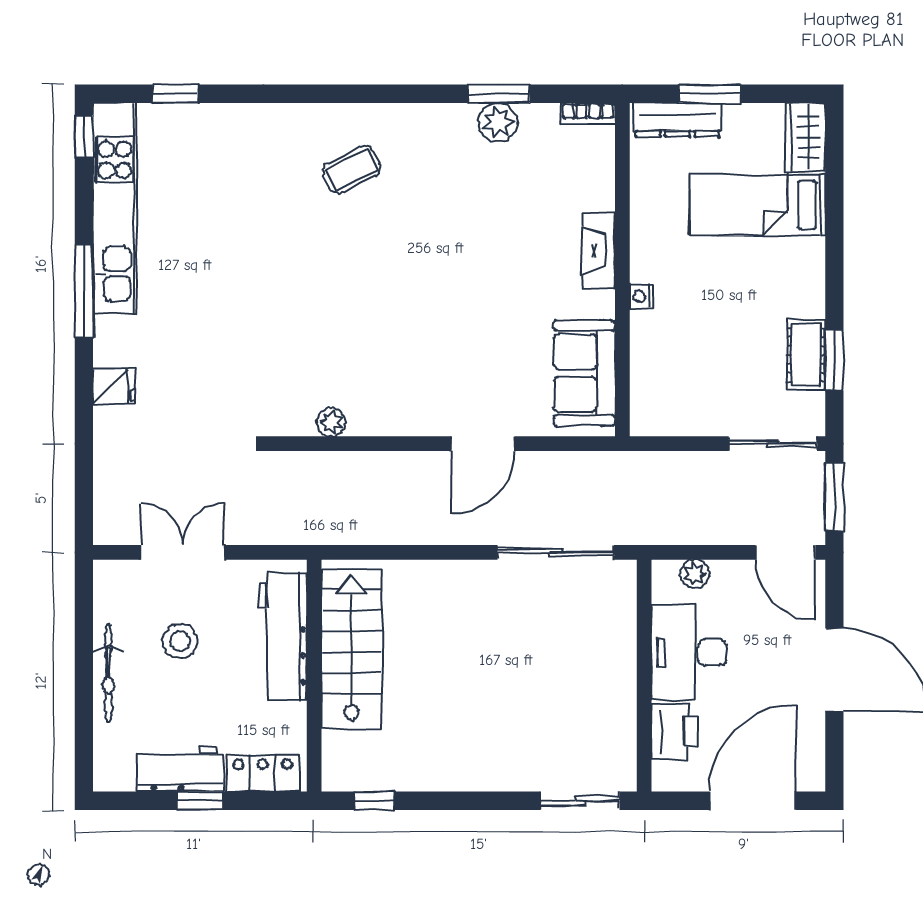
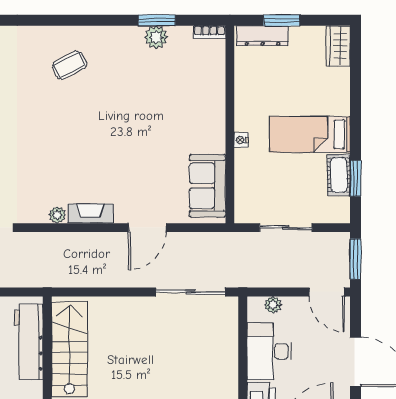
bed: (758, 205) -> (310, 134), moved
fireplace: (599, 251) -> (90, 214), moved, turned 90
sliding door: (773, 444) -> (286, 228), moved

